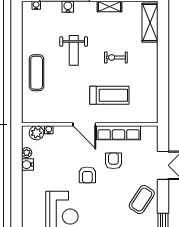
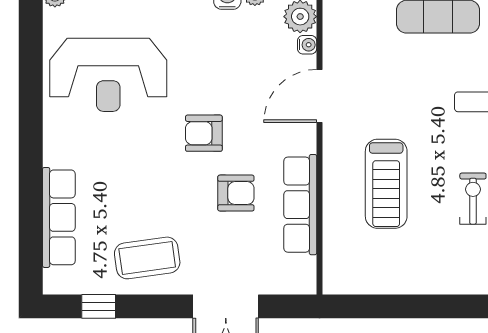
door: (84, 124) -> (319, 96), moved
coffee table: (142, 200) -> (147, 258), turned -41

